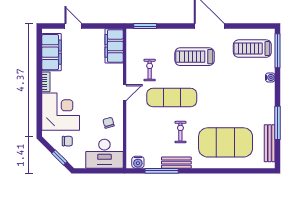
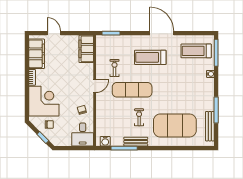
desk: (104, 154) -> (83, 134), width x0.73

